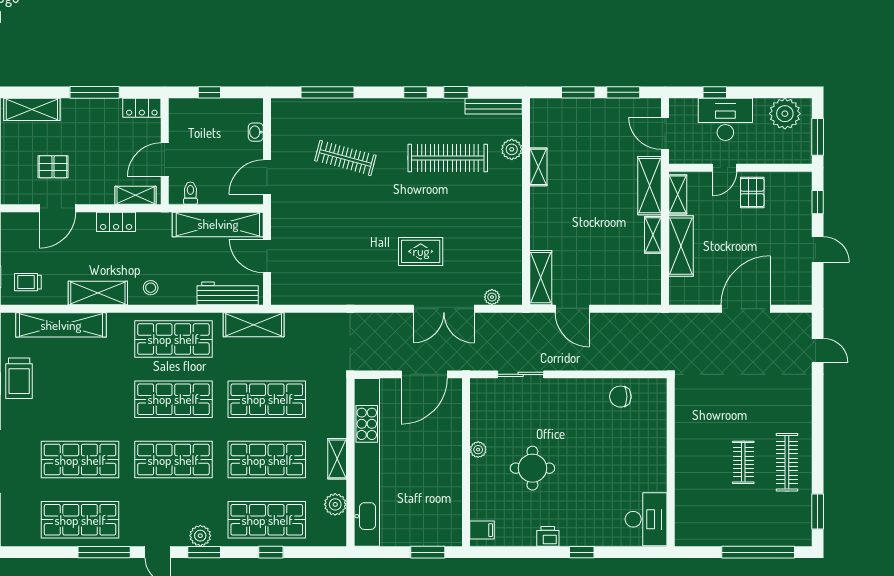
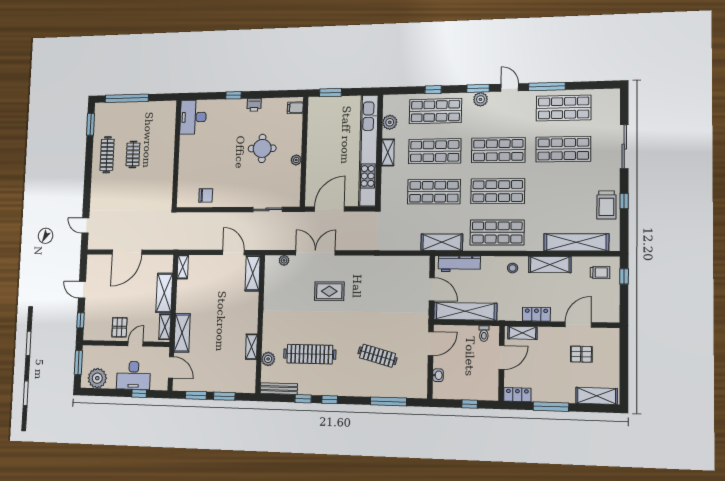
shelving: (653, 235) -> (183, 267), moved
trolley: (19, 378) -> (606, 205), turned 180

